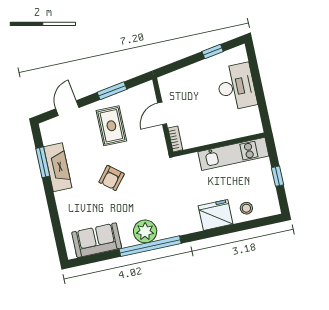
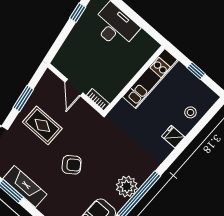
armchair: (112, 178) -> (72, 165), turned -75
fridge: (216, 215) -> (173, 137), width x0.53, depth x0.75

